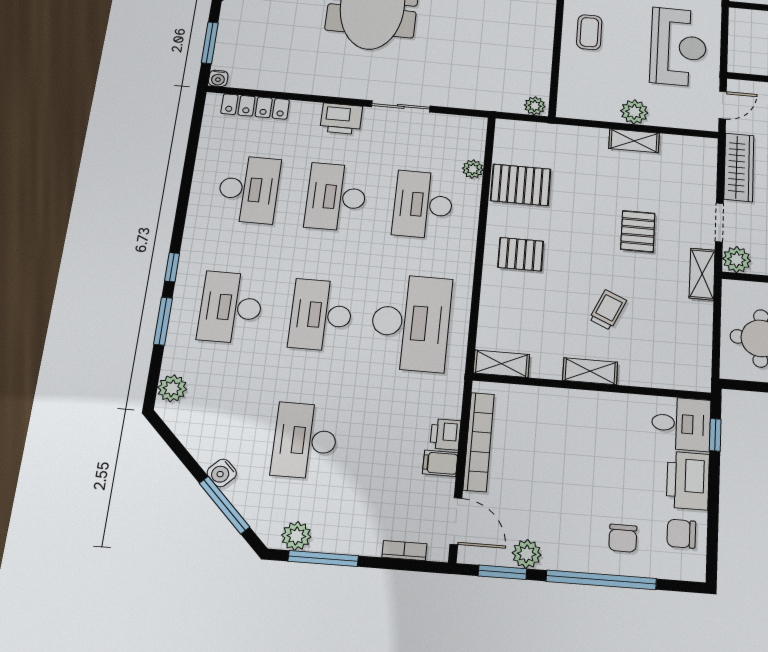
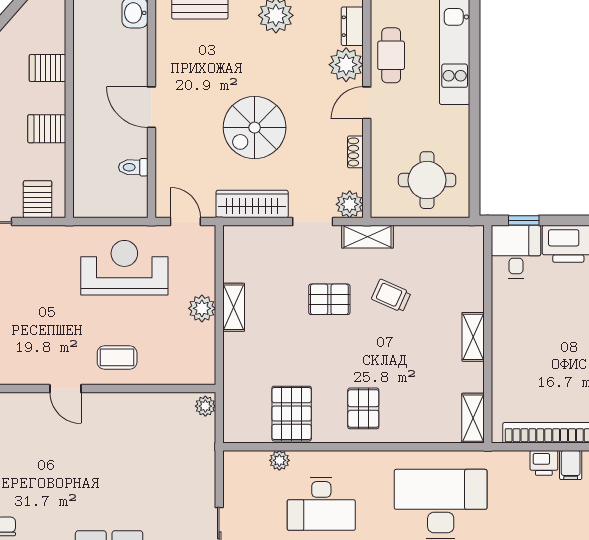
trolley: (608, 310) -> (391, 296), moved

